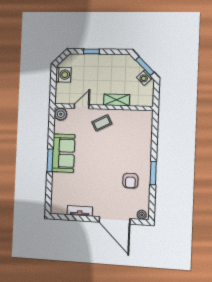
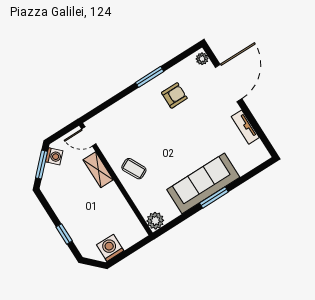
door: (82, 106) -> (89, 136), moved
sofa: (63, 153) -> (203, 183), width x1.36

